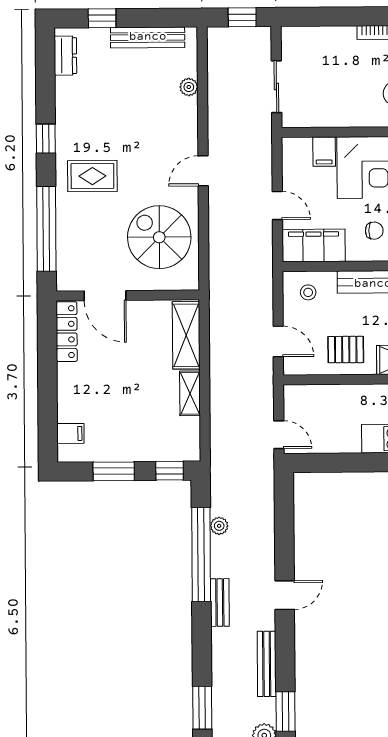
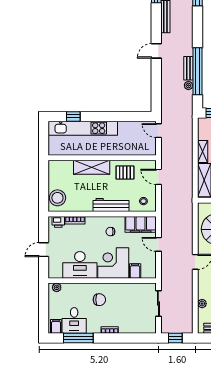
bench: (220, 602) -> (188, 68), moved

